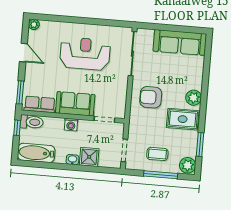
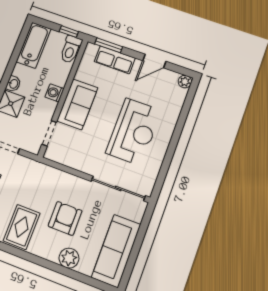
armchair: (151, 97) -> (65, 218), moved
plant: (194, 98) -> (69, 258), moved
row of seats: (40, 104) -> (115, 60), moved, turned 90

